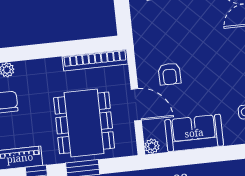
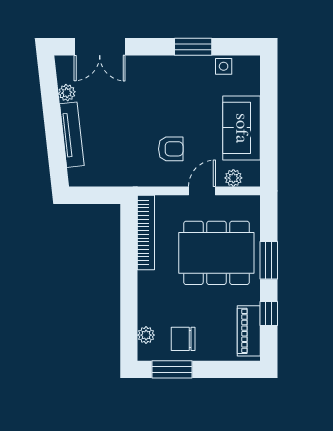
door: (136, 105) -> (202, 191), width x0.73
plant: (152, 146) -> (233, 178), moved

